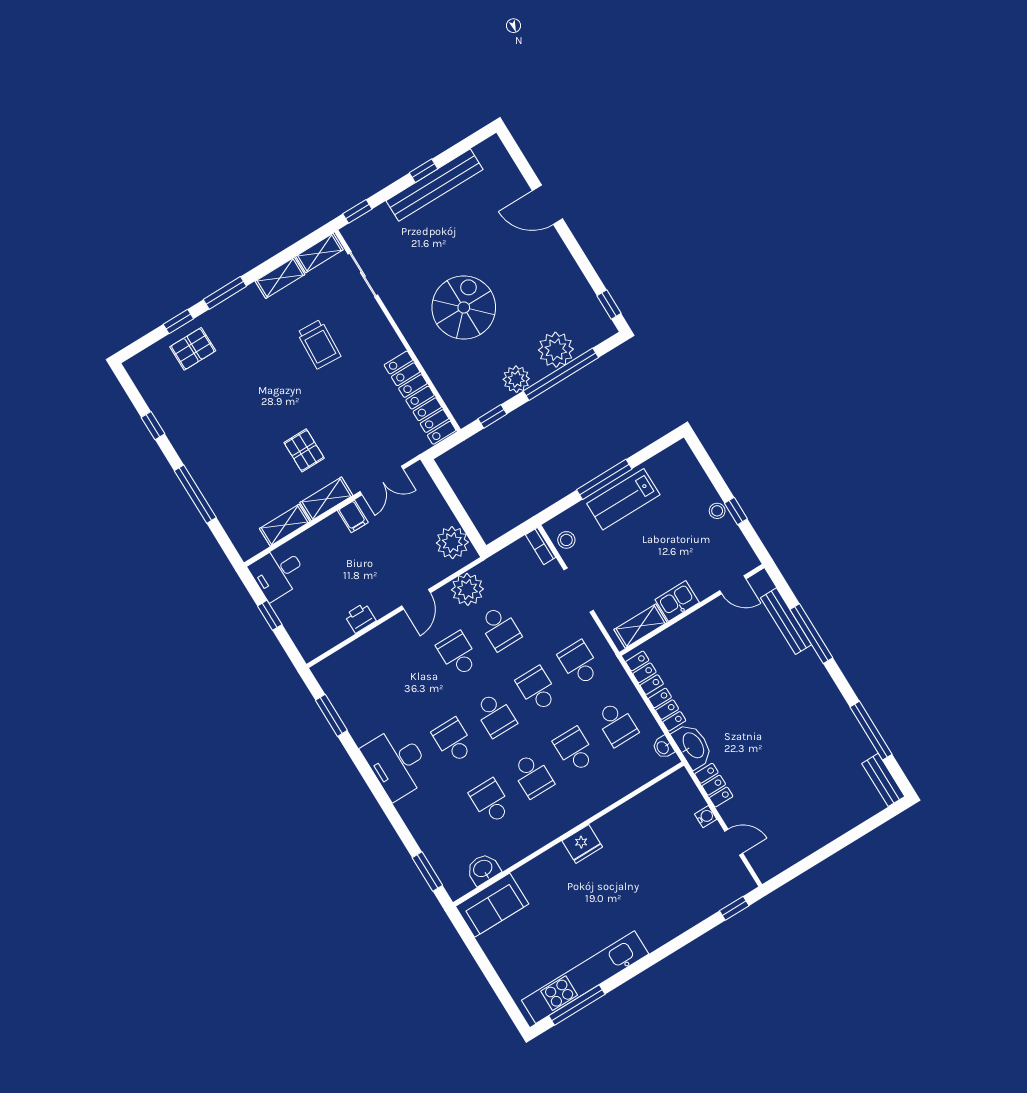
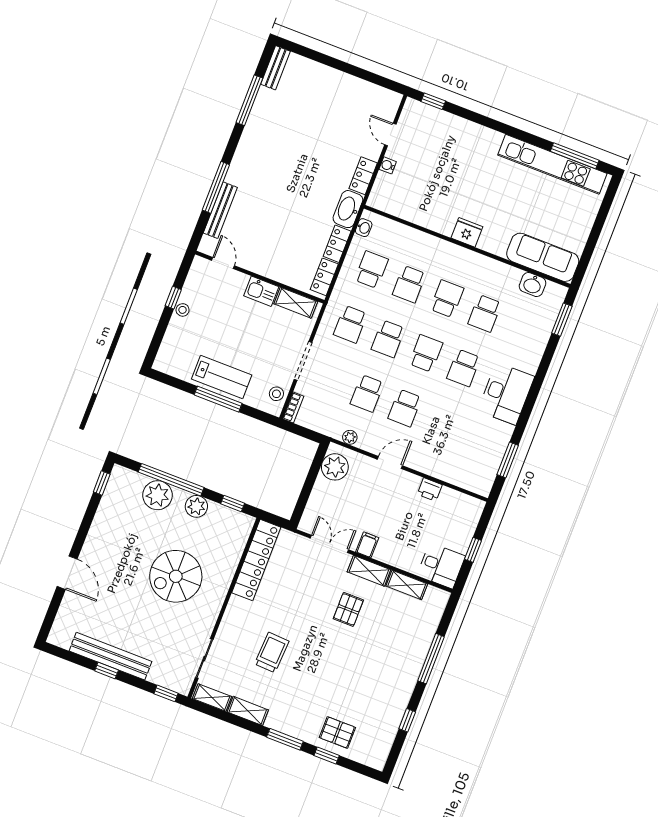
plant: (467, 589) -> (350, 437), width x0.53, depth x0.53
school desk: (500, 628) -> (367, 393), turned 180
sofa: (492, 905) -> (543, 257), width x1.36

